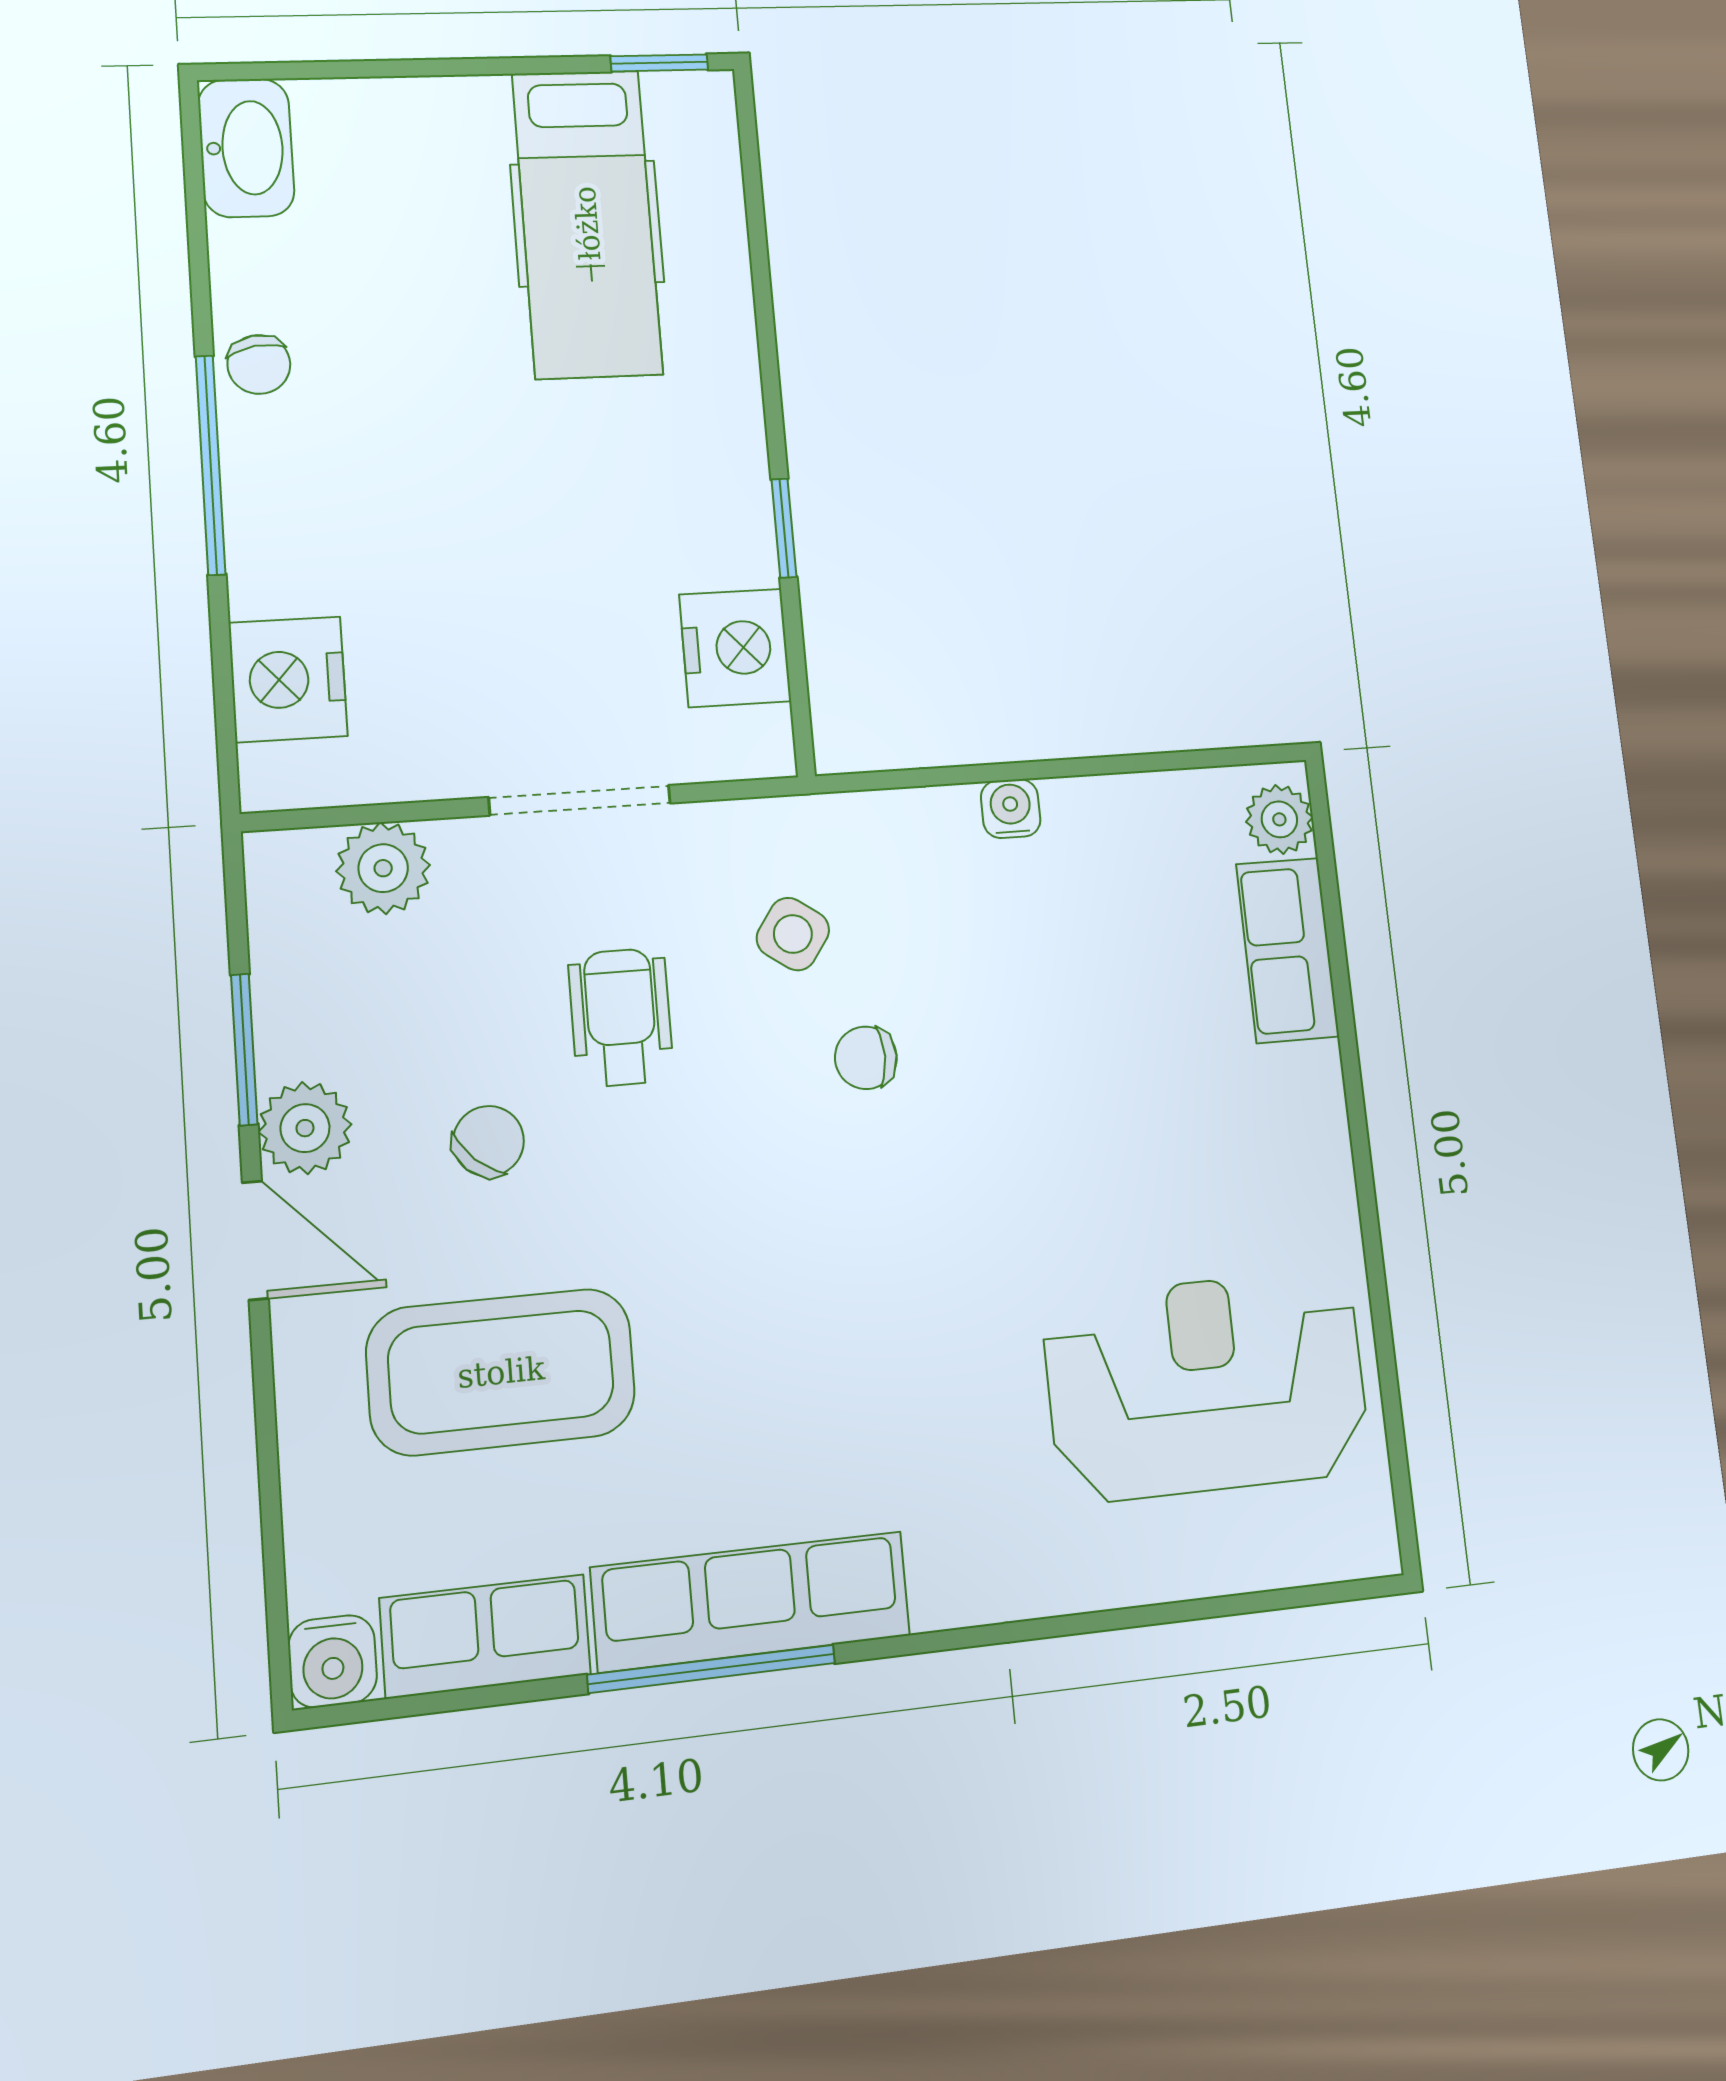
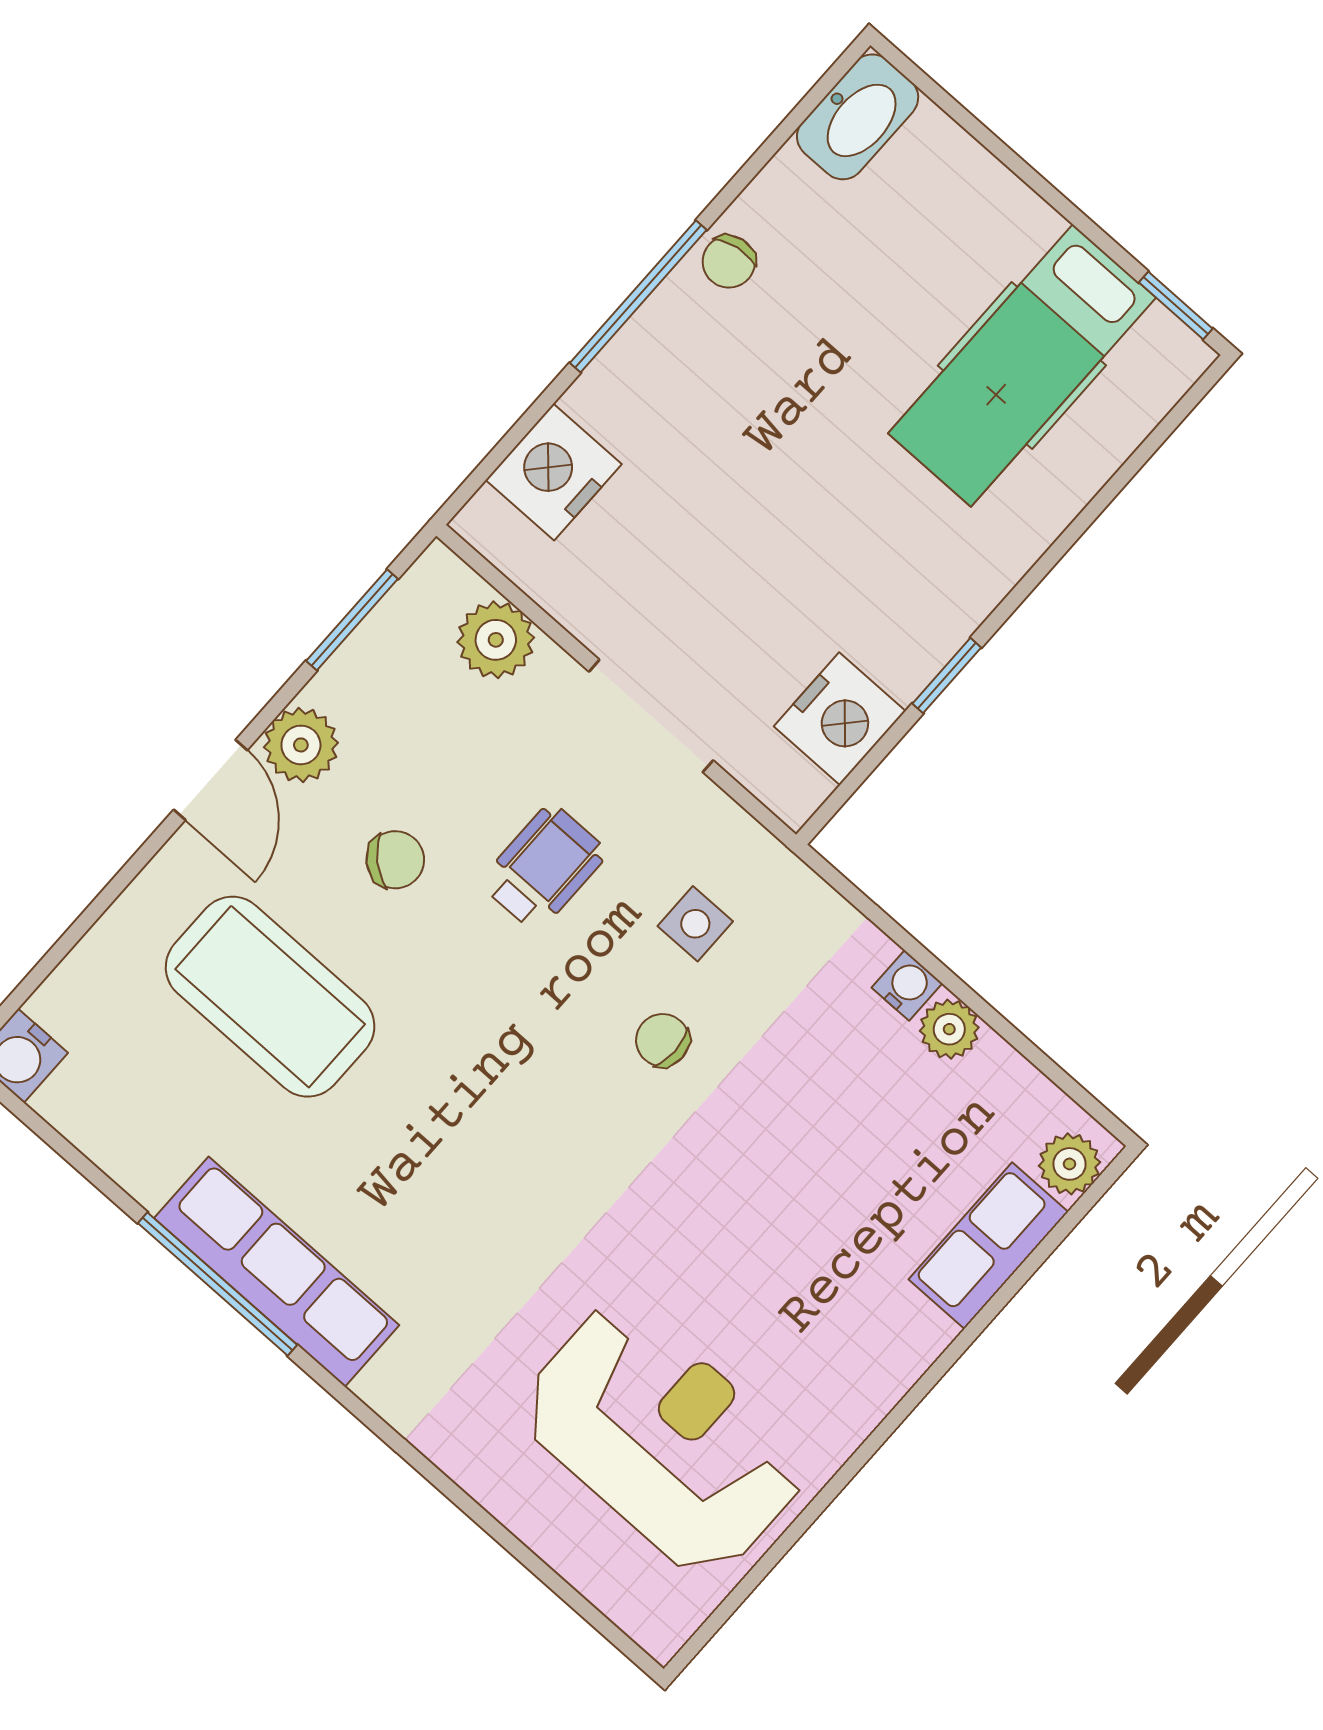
plant: (1079, 809) -> (949, 1029), added
side table: (793, 934) -> (695, 924), turned -35
window: (244, 1049) -> (352, 620), moved
row of seats: (485, 1636) -> (115, 1131), removed

